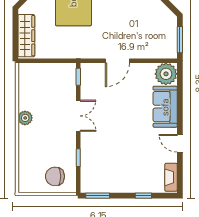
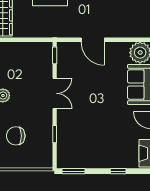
door: (117, 61) -> (93, 40), hinge flipped
chair: (55, 176) -> (16, 136), moved

